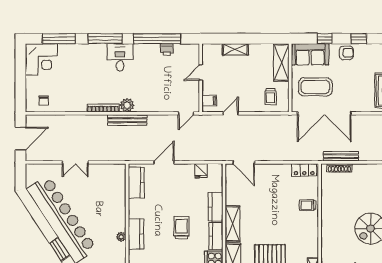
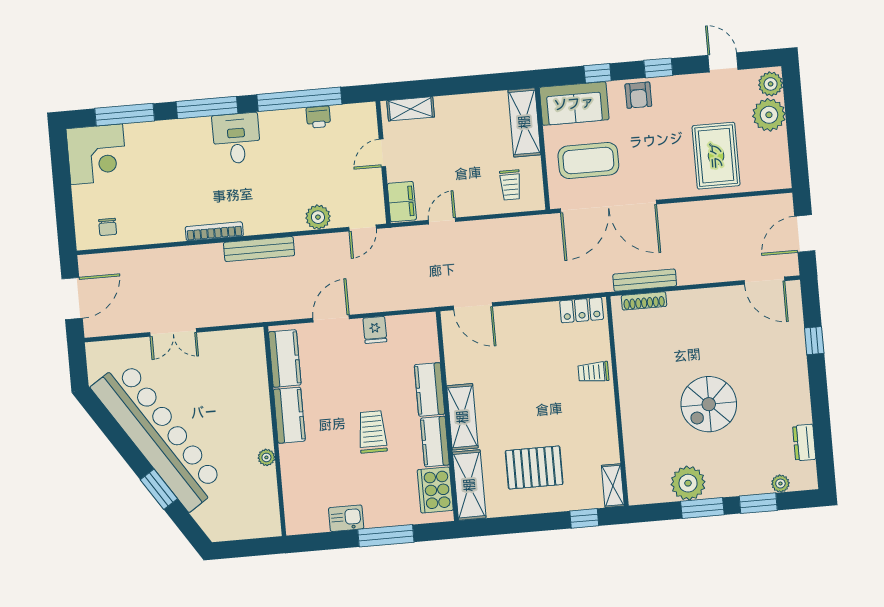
shelving: (235, 49) -> (411, 109), moved
armchair: (346, 53) -> (638, 95), turned 90
filing cabinet: (209, 101) -> (402, 202), width x2.00
plant: (127, 105) -> (318, 217), moved
fridge: (201, 171) -> (375, 330), moved
kitchen counter: (136, 234) -> (289, 415), moved

